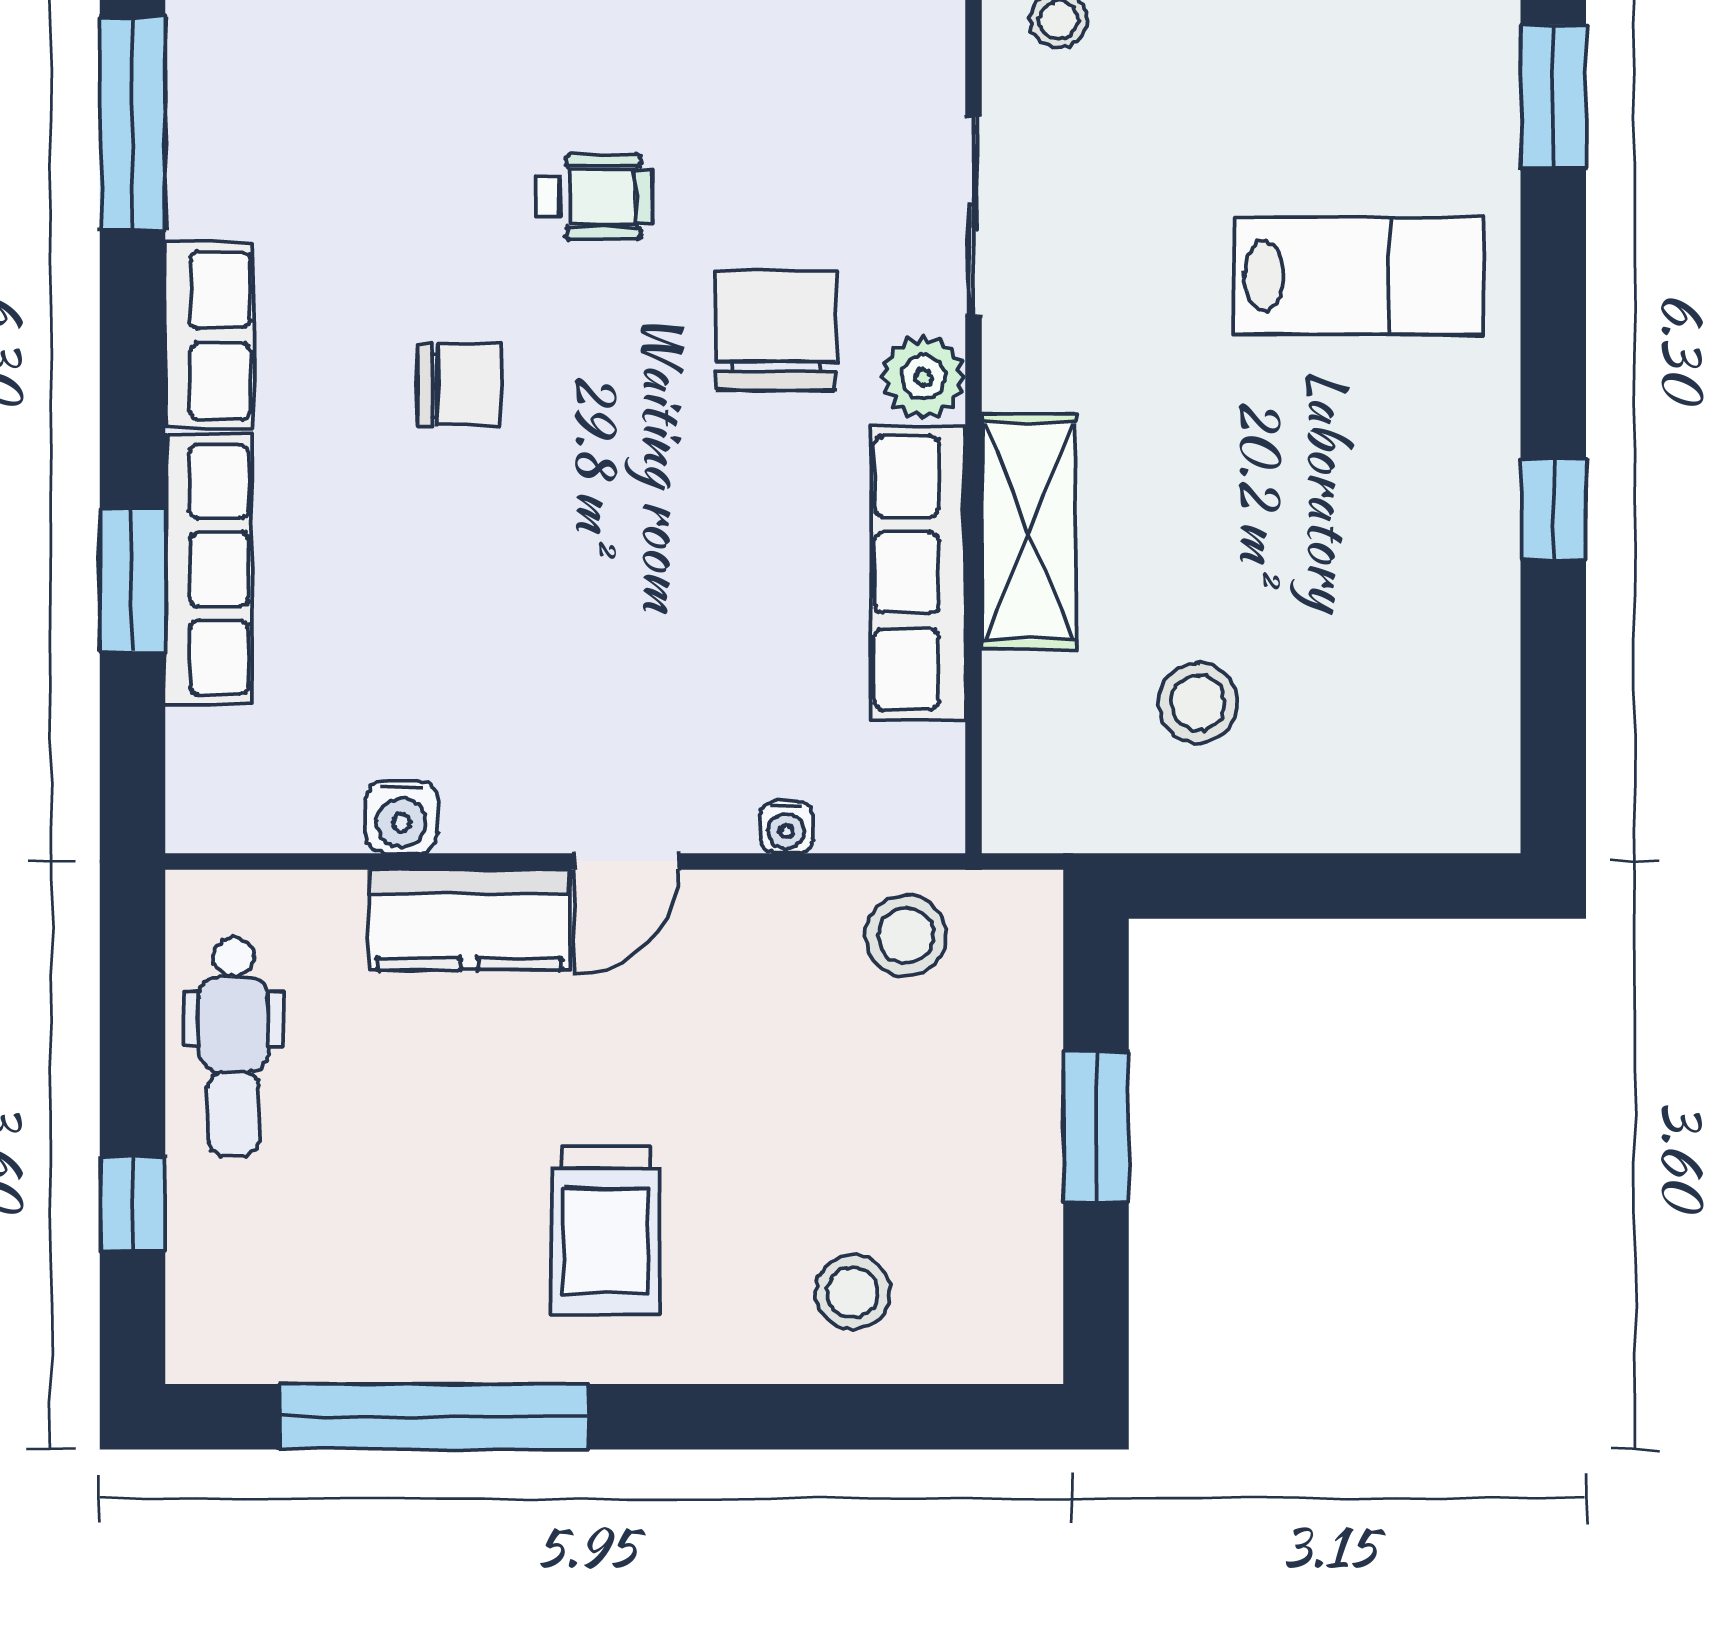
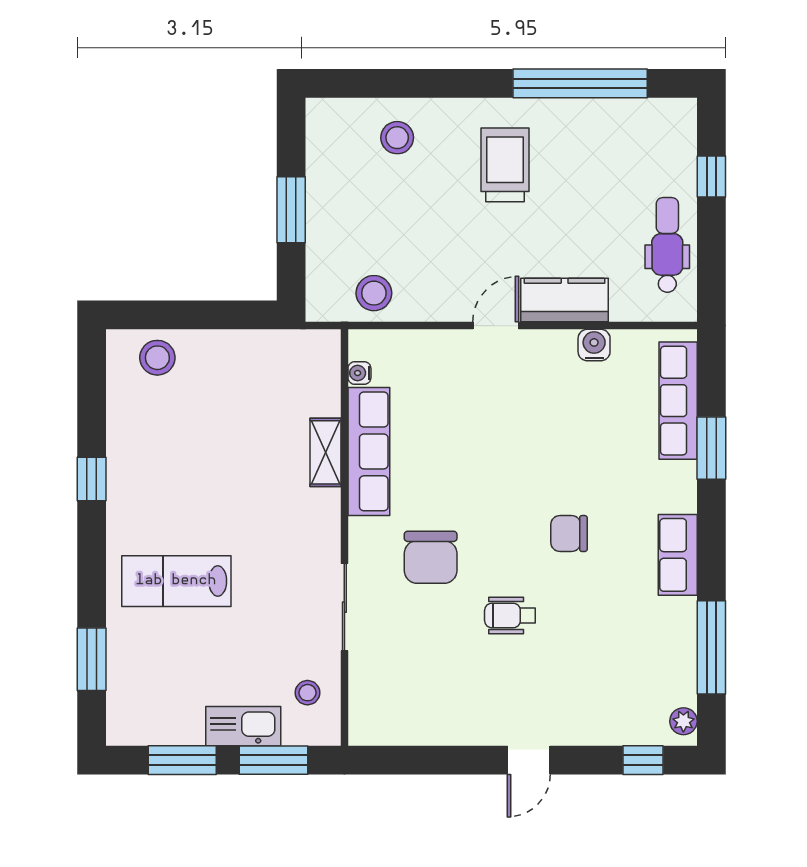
plant: (923, 377) -> (366, 537), removed
shelving: (1029, 531) -> (325, 452), width x0.67, depth x0.75
row of seats: (209, 569) -> (678, 401), moved
stool: (1198, 703) -> (157, 358), moved
water cooler: (786, 827) -> (359, 373), moved, turned -90

